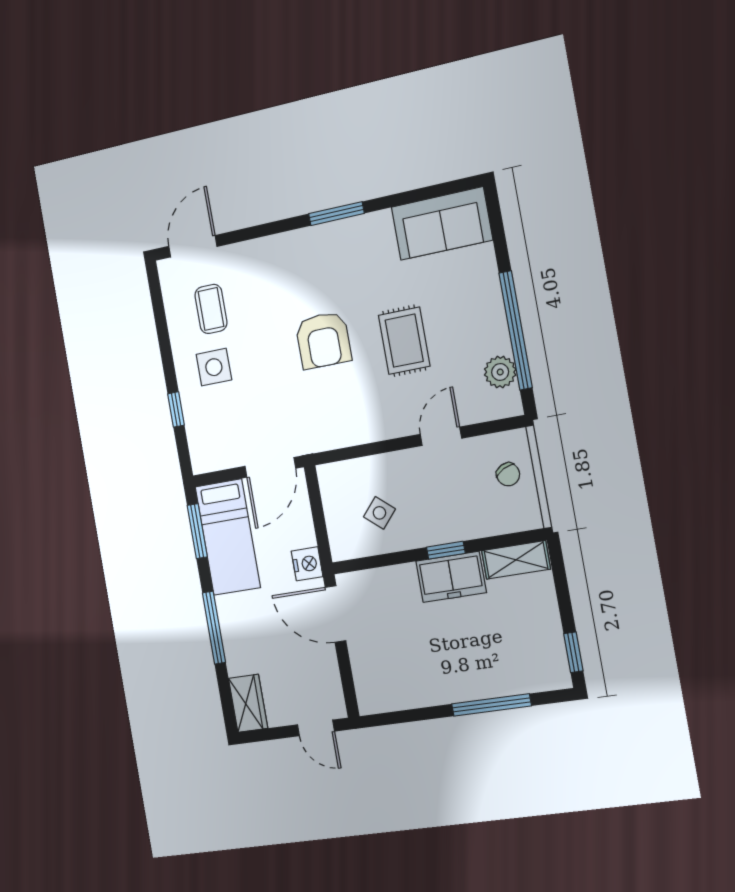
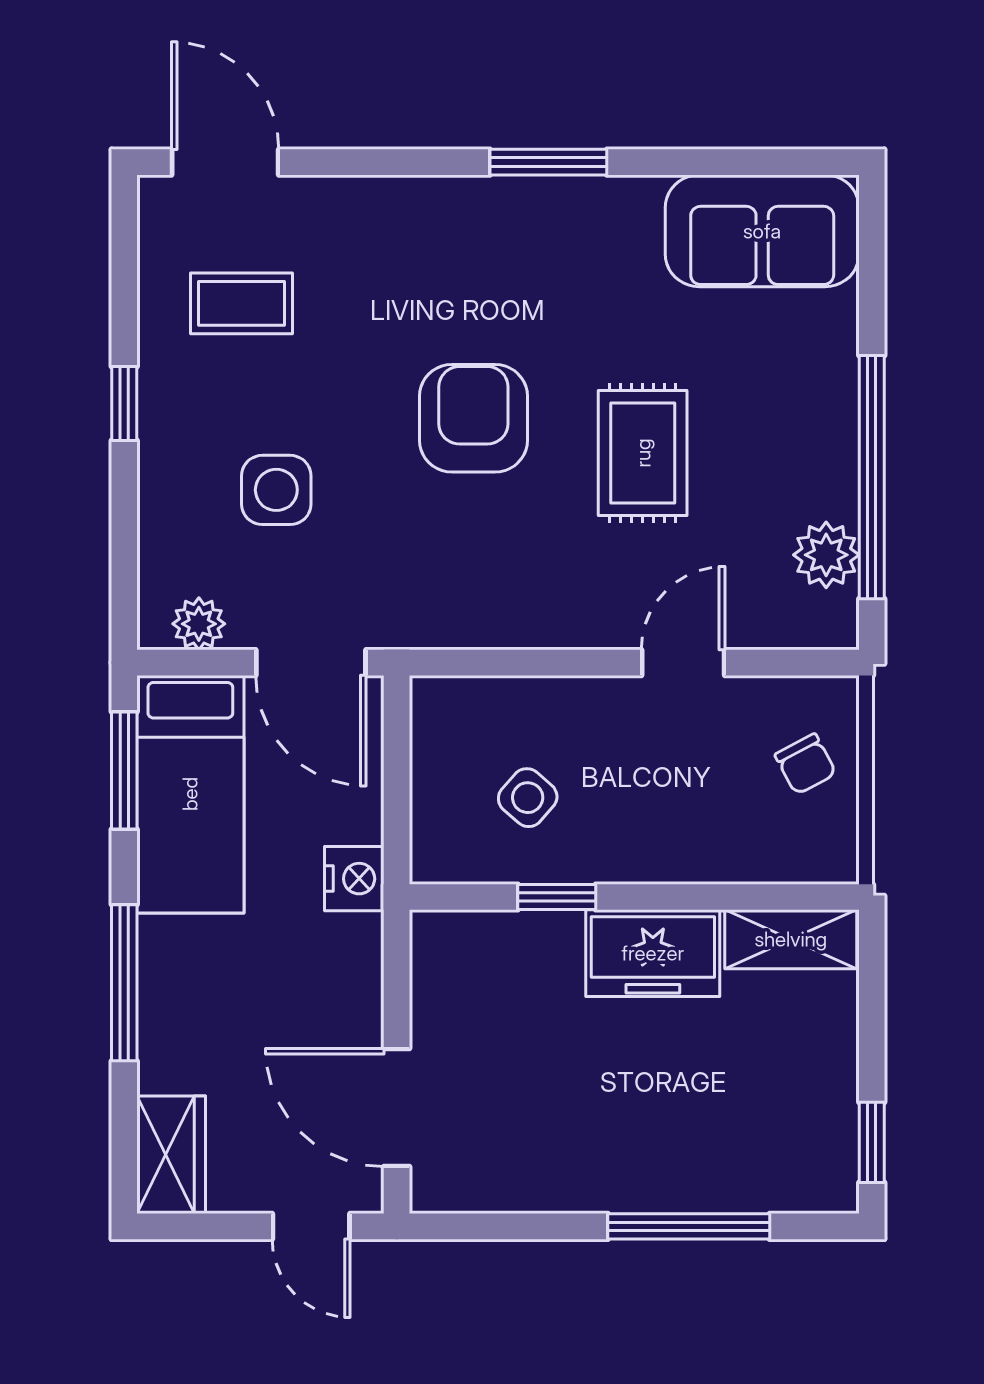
door: (193, 246) -> (225, 162), hinge flipped
coffee table: (211, 309) -> (241, 303), turned 90
armchair: (323, 340) -> (473, 418), turned 180
side table: (214, 367) -> (276, 490), moved
window: (176, 409) -> (124, 404), moved
plant: (218, 459) -> (199, 624), added
door: (270, 467) -> (311, 663), hinge flipped
window: (446, 550) -> (557, 897), moved
door: (336, 614) -> (397, 1108), moved

